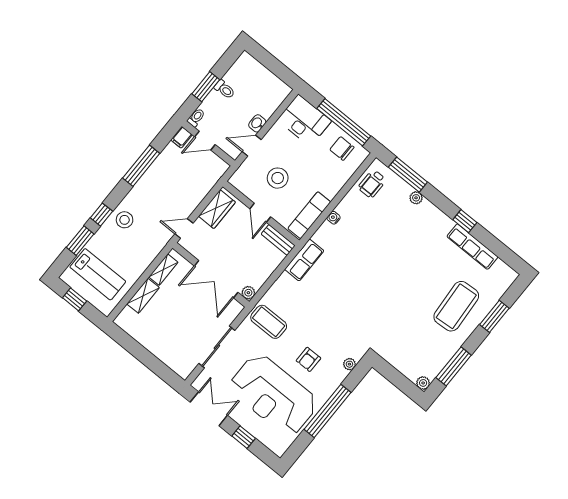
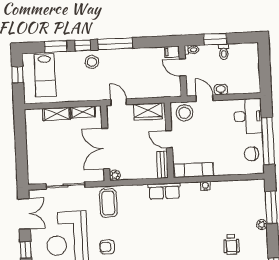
chair: (342, 148) -> (251, 154), turned -90
window: (141, 166) -> (115, 44), moved
stool: (278, 178) -> (185, 113), moved
wheelchair: (372, 184) -> (231, 244), moved, turned -90
door: (260, 213) -> (169, 139), hinge flipped

